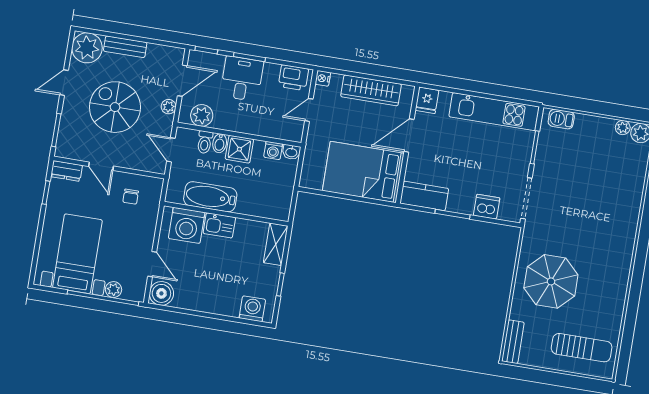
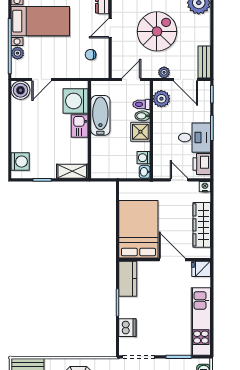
bench: (125, 47) -> (204, 62), moved
desk: (242, 79) -> (195, 138), moved

